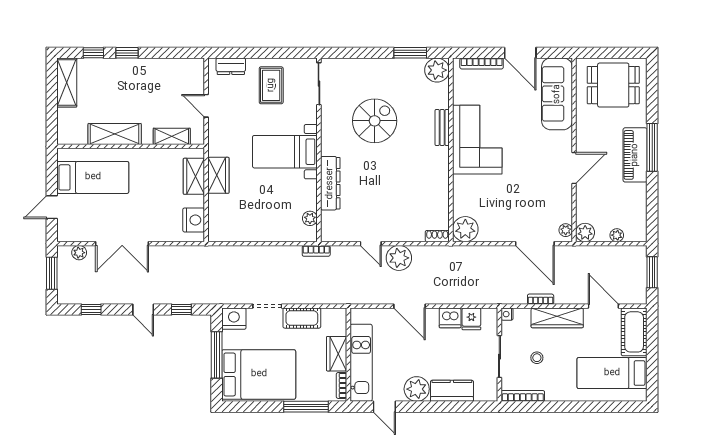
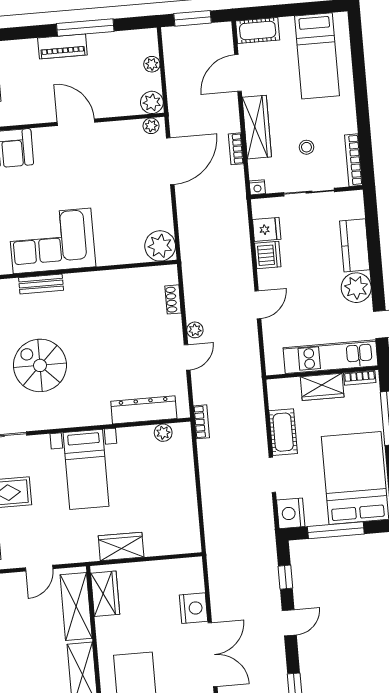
shelving: (172, 136) -> (76, 607), width x1.50, depth x1.33
window: (652, 147) -> (85, 27), moved
piano: (635, 155) -> (62, 46), width x0.73, depth x0.75
wardrobe: (194, 176) -> (105, 594), moved, turned -90
dresser: (330, 183) -> (144, 410), moved
nightstand: (194, 220) -> (193, 608), moved, turned 90
shoe rack: (437, 236) -> (173, 299), moved
plant: (399, 258) -> (195, 330), width x0.53, depth x0.53
door: (409, 306) -> (258, 305), width x0.73
cot: (634, 332) -> (258, 30), width x0.73, depth x0.75

